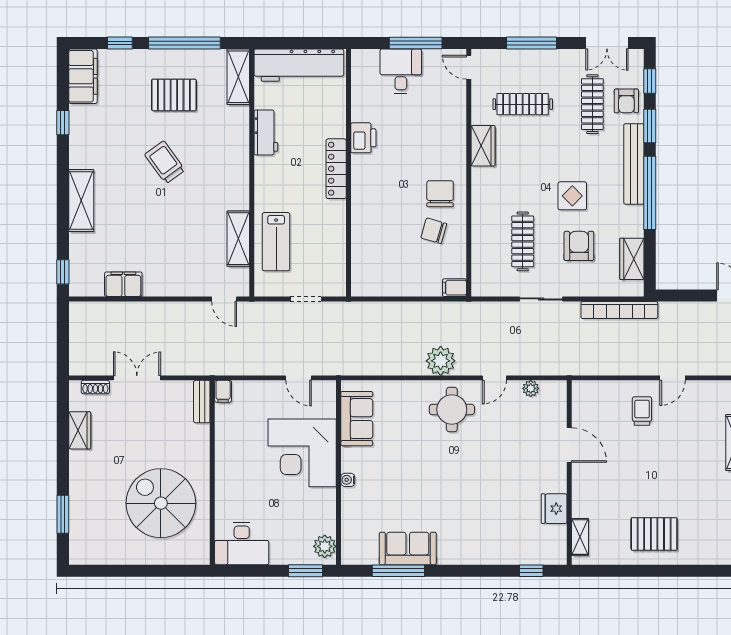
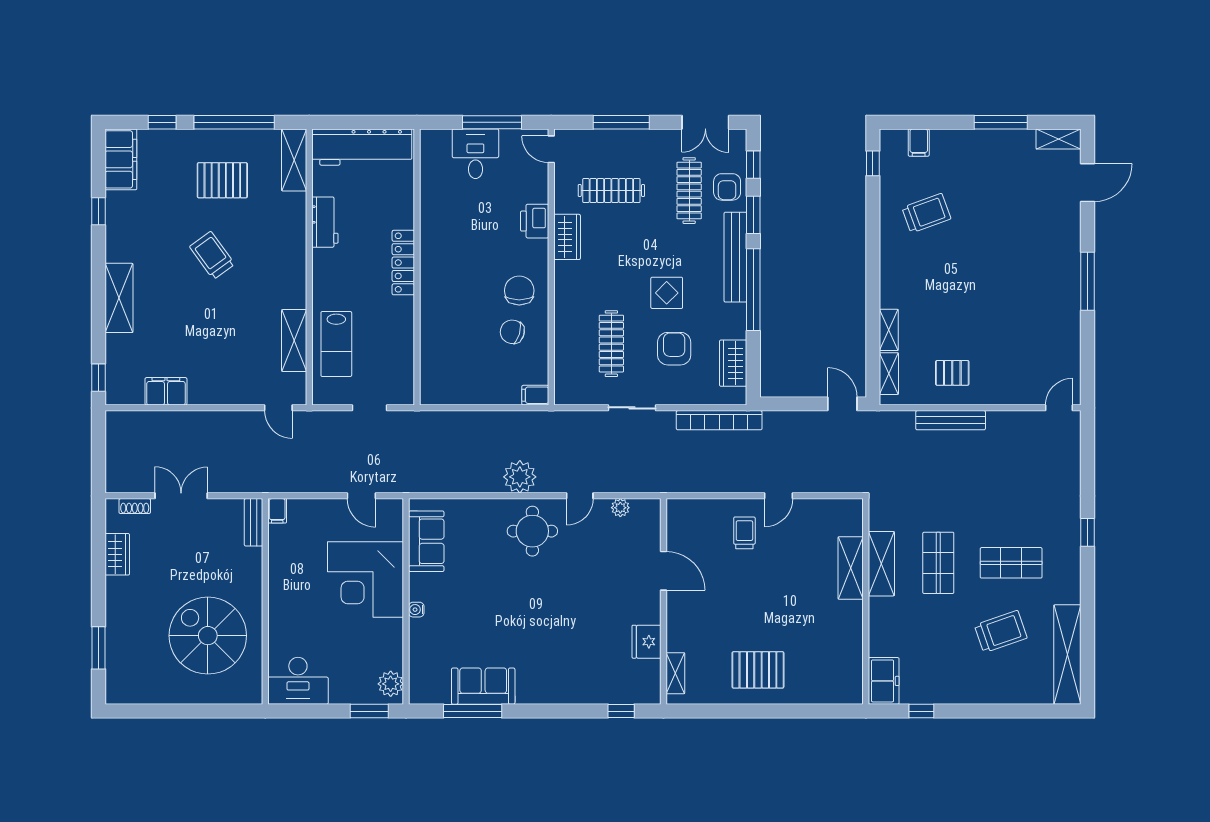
printer: (363, 138) -> (535, 221), moved, turned 180

